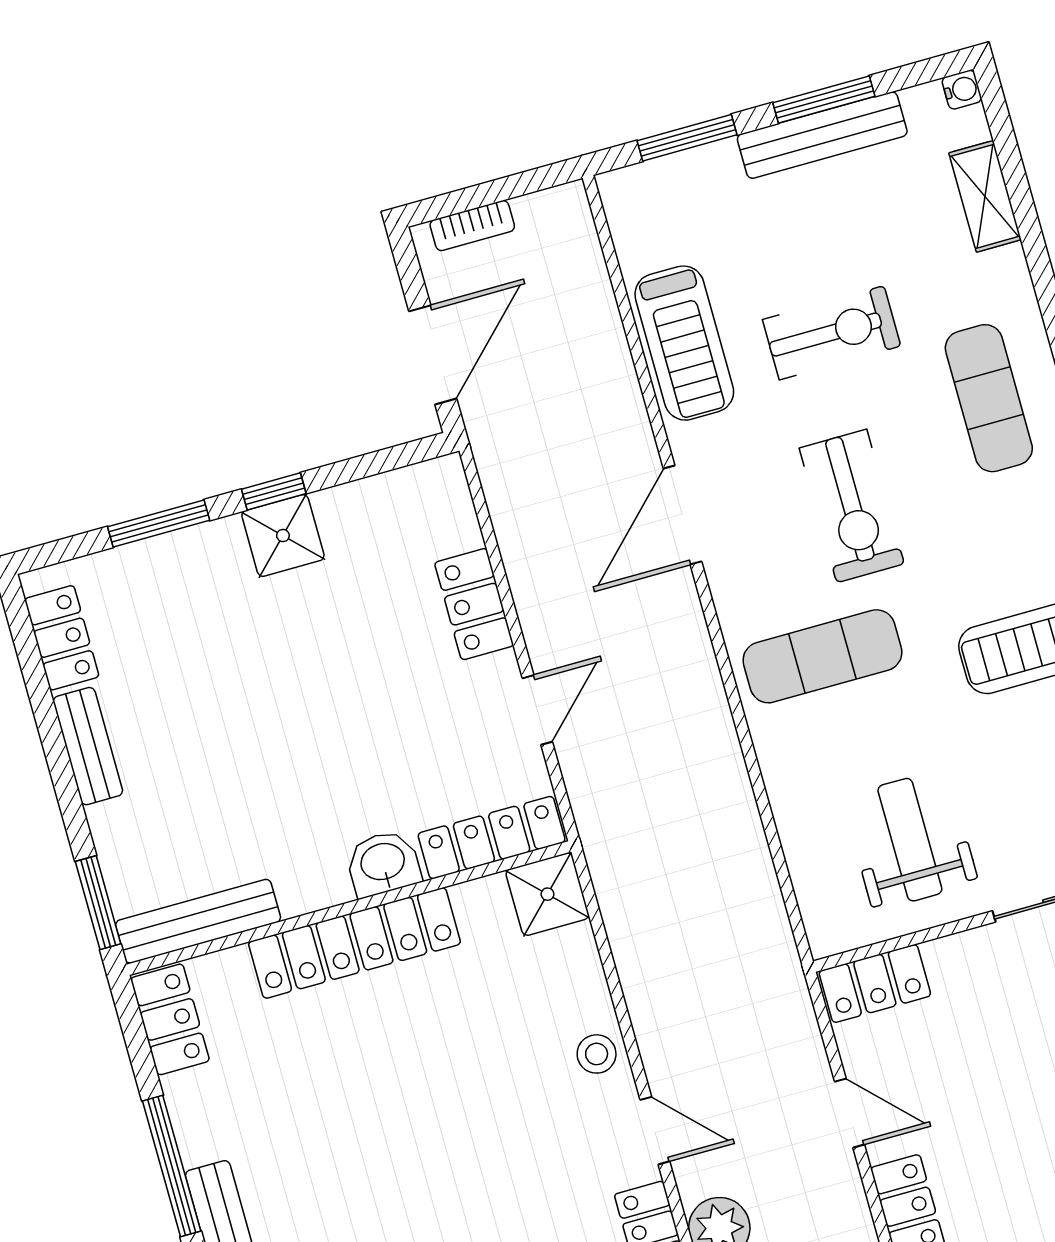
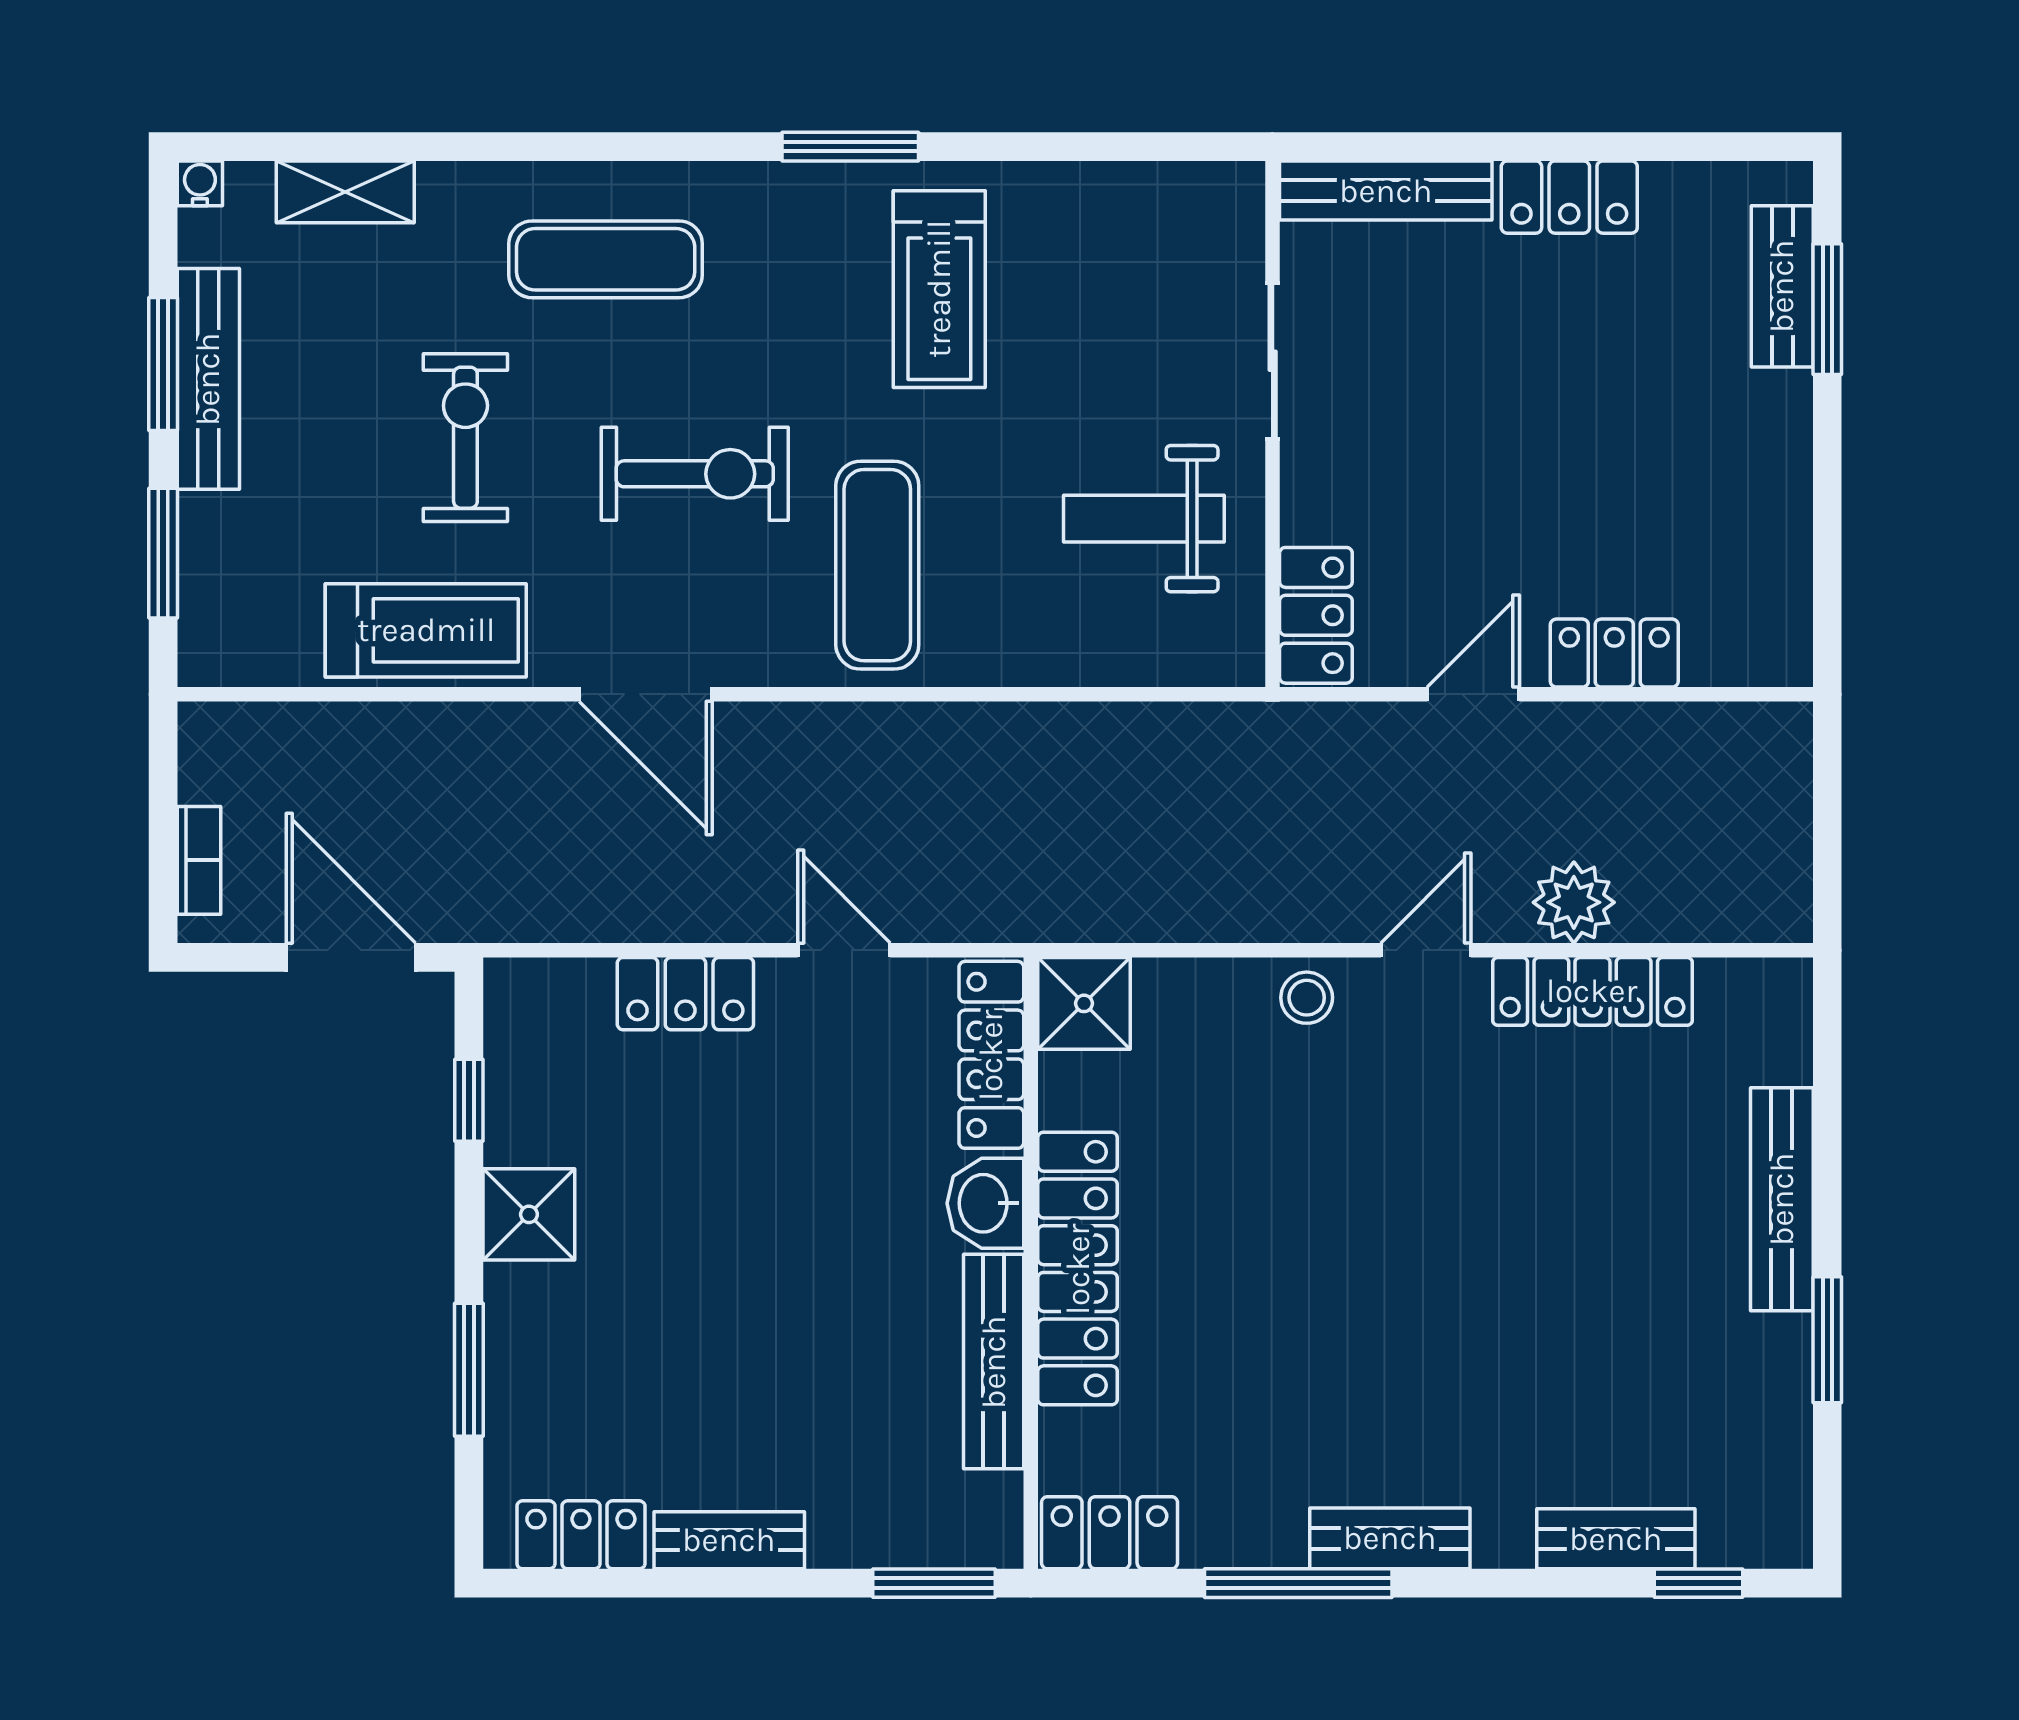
window: (274, 491) -> (469, 1100), moved
bench: (198, 921) -> (994, 1362), moved

